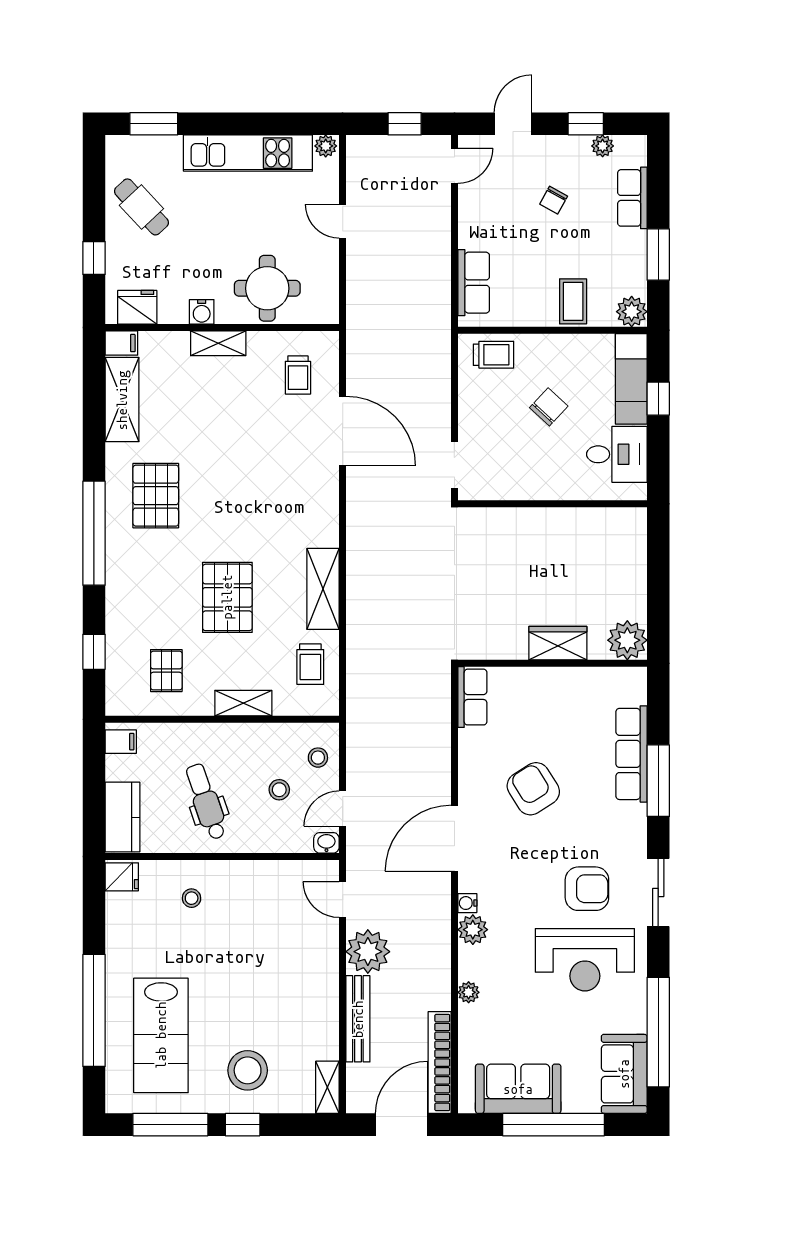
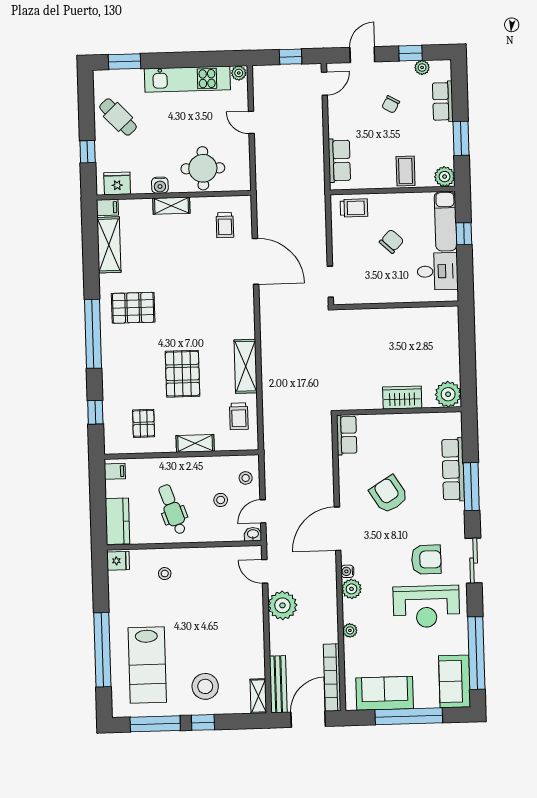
pallet: (156, 496) -> (133, 308), turned 90
bench: (358, 1019) -> (278, 684), moved

